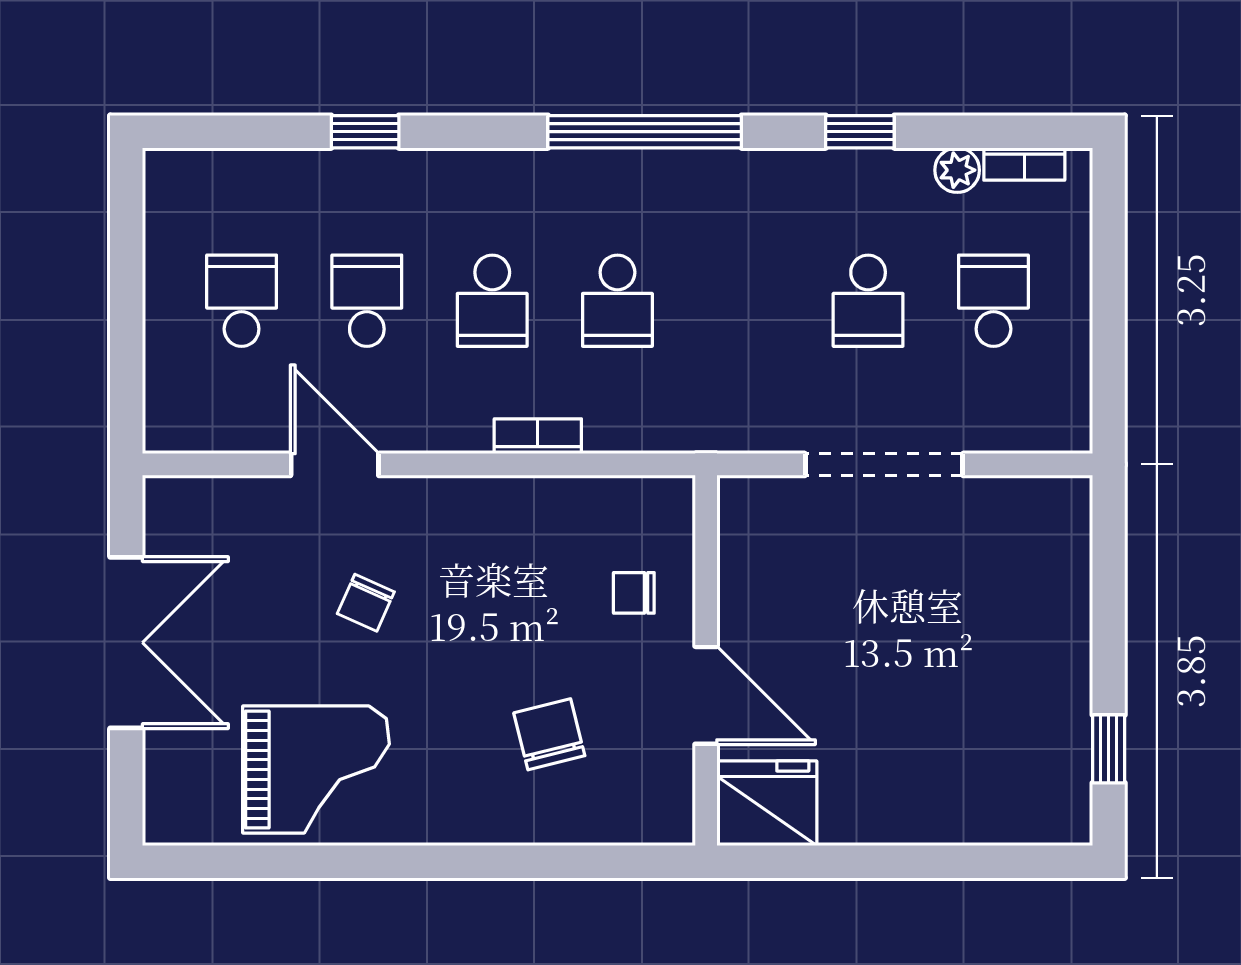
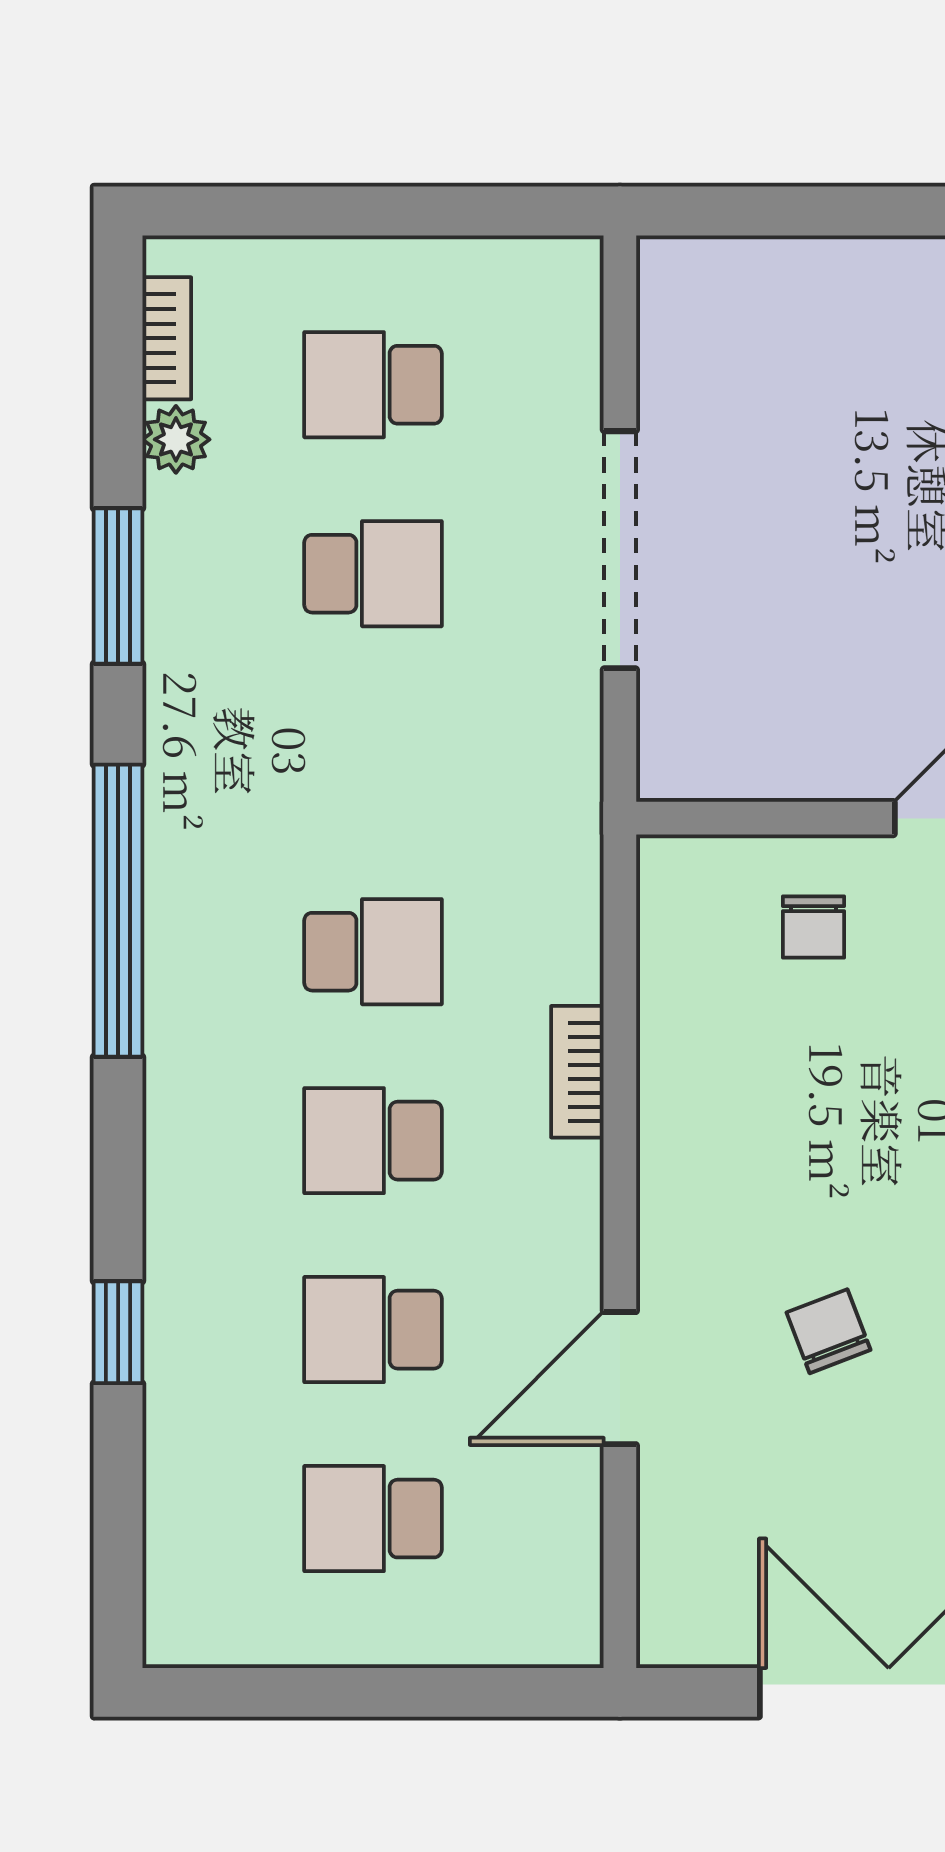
window: (860, 132) -> (118, 586), width x1.50
school desk: (492, 301) -> (373, 1141), turned 180
chair: (366, 603) -> (828, 1331), turned -135

